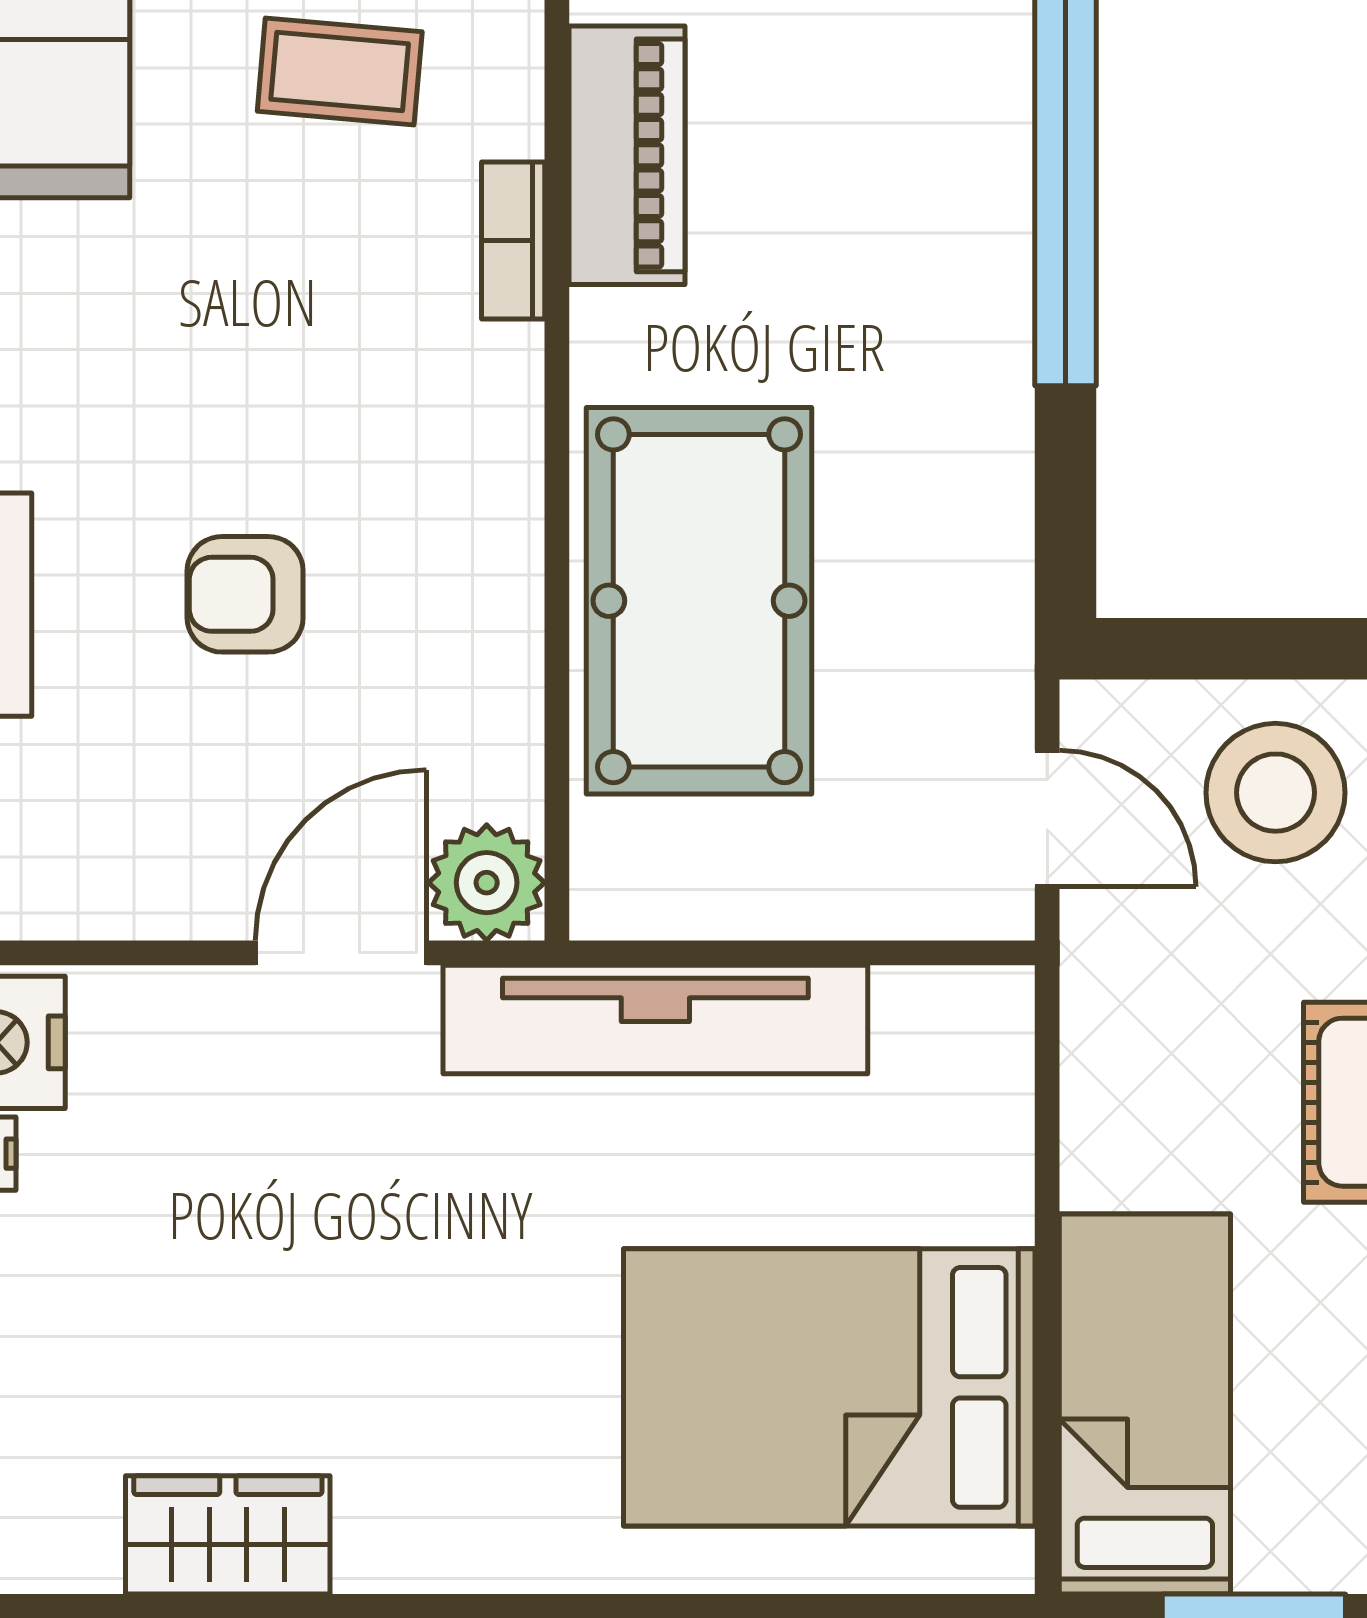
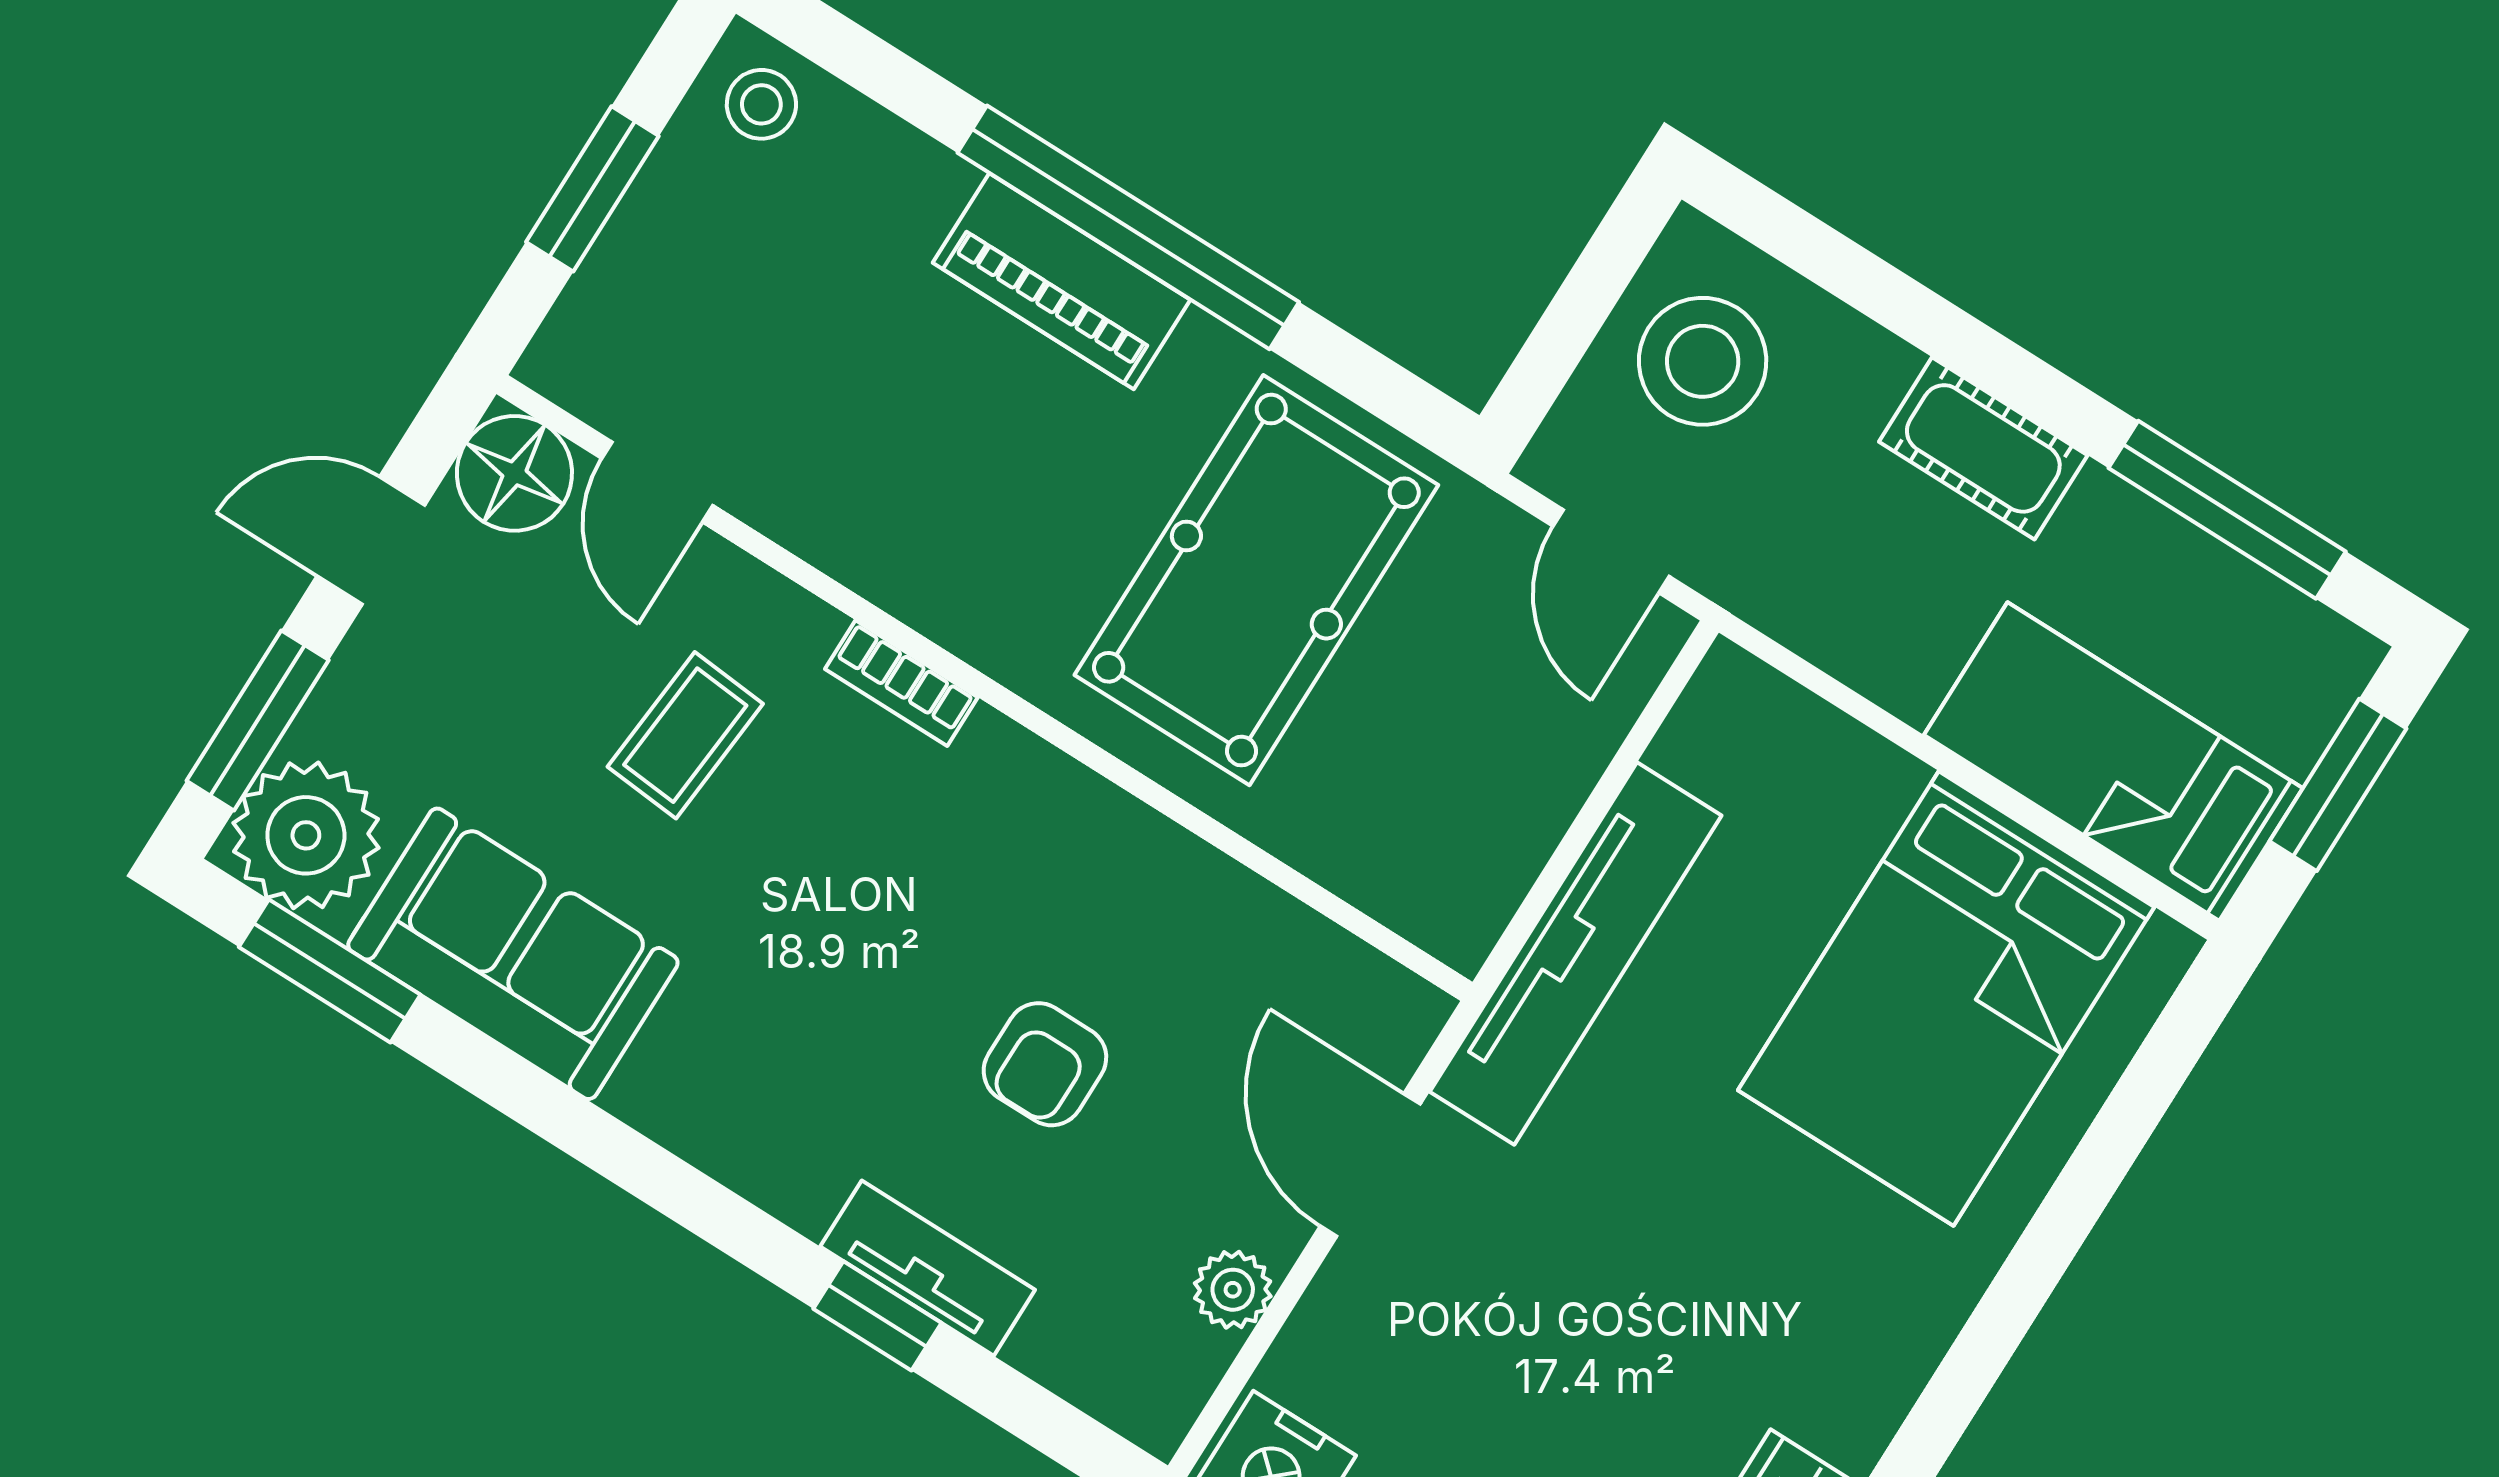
piano: (627, 155) -> (1061, 281), moved, turned 180
pool table: (699, 601) -> (1256, 580), moved, turned 90
door: (1047, 818) -> (1611, 551), swing flipped
plant: (487, 883) -> (1233, 1290), moved, width x0.73, depth x0.73

